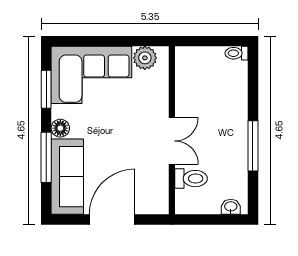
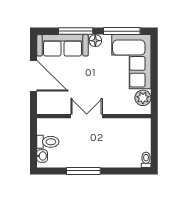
window: (46, 89) -> (122, 31), width x1.44
double door: (172, 141) -> (87, 116), swing flipped
toilet: (191, 179) -> (48, 142), moved, turned -90

